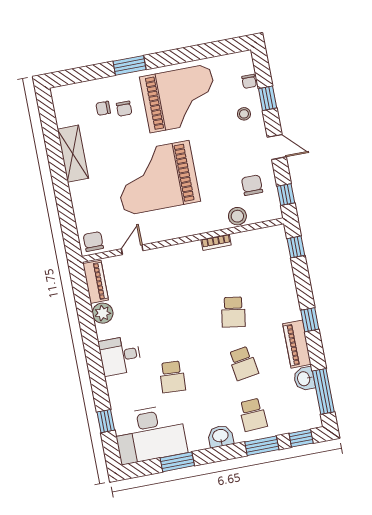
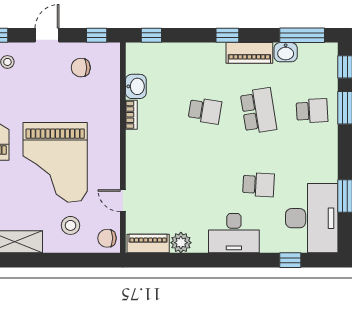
stool: (237, 216) -> (71, 225), moved
desk: (120, 356) -> (234, 233), width x1.37
school desk: (243, 363) -> (258, 111), width x1.85
washbasin: (220, 436) -> (136, 86), moved, turned 180

